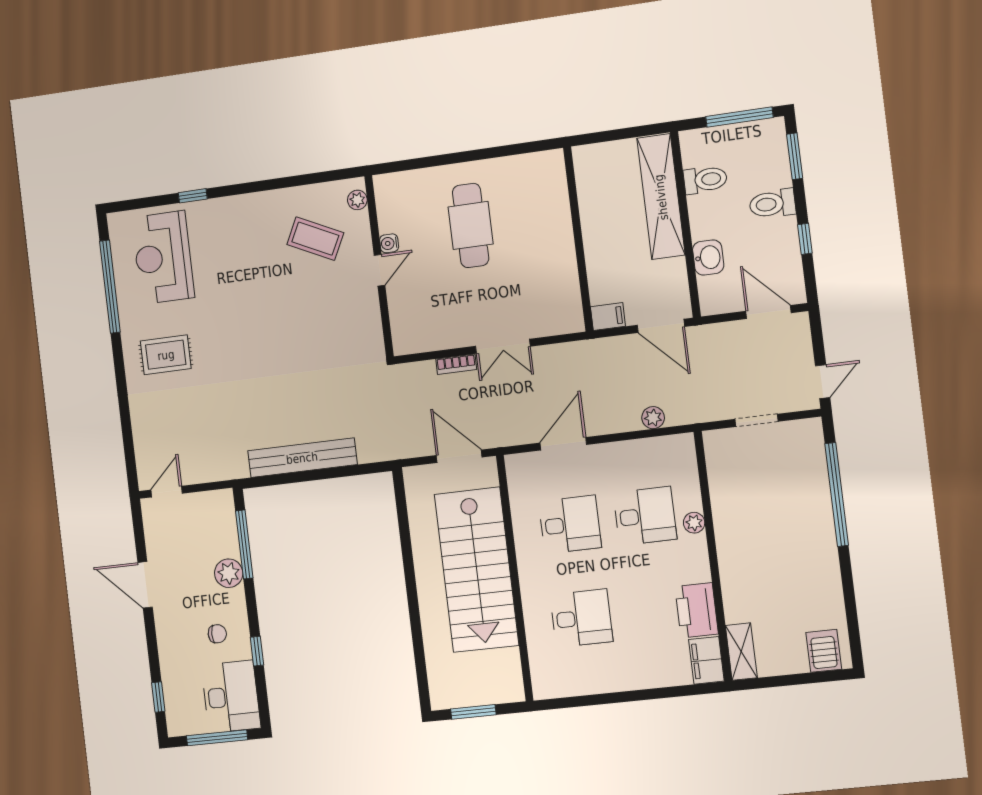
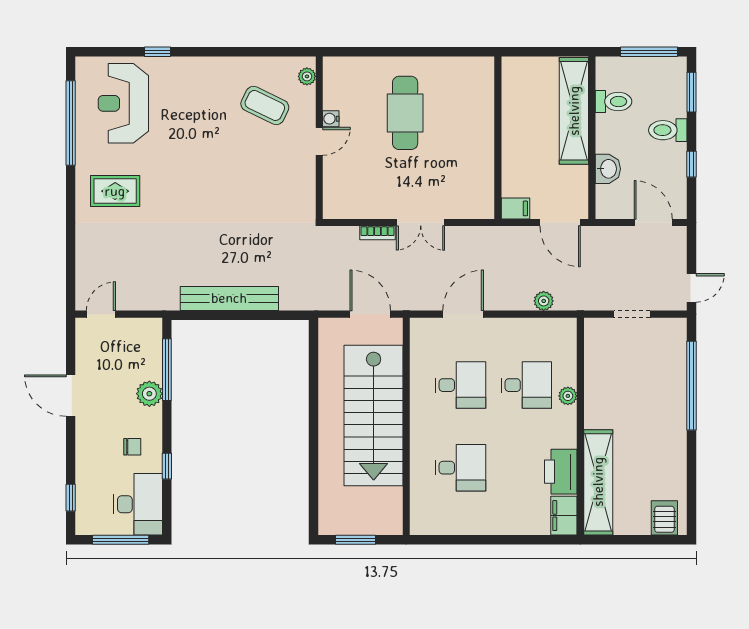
shelving: (741, 652) -> (598, 482), width x2.20, depth x1.33

